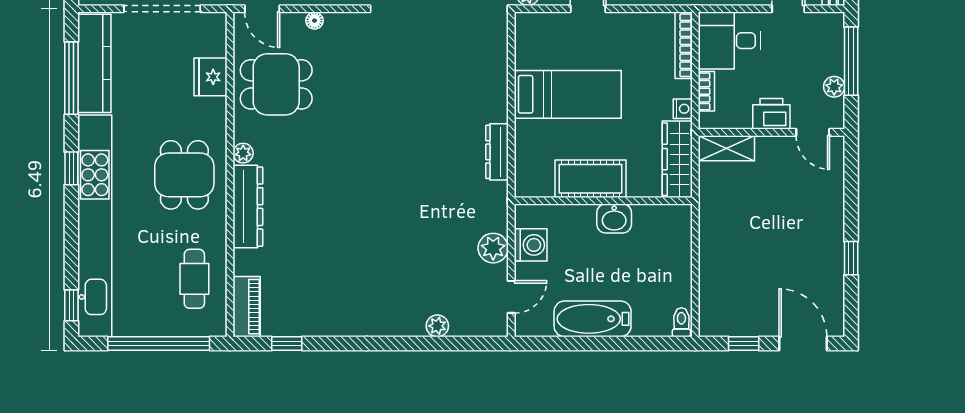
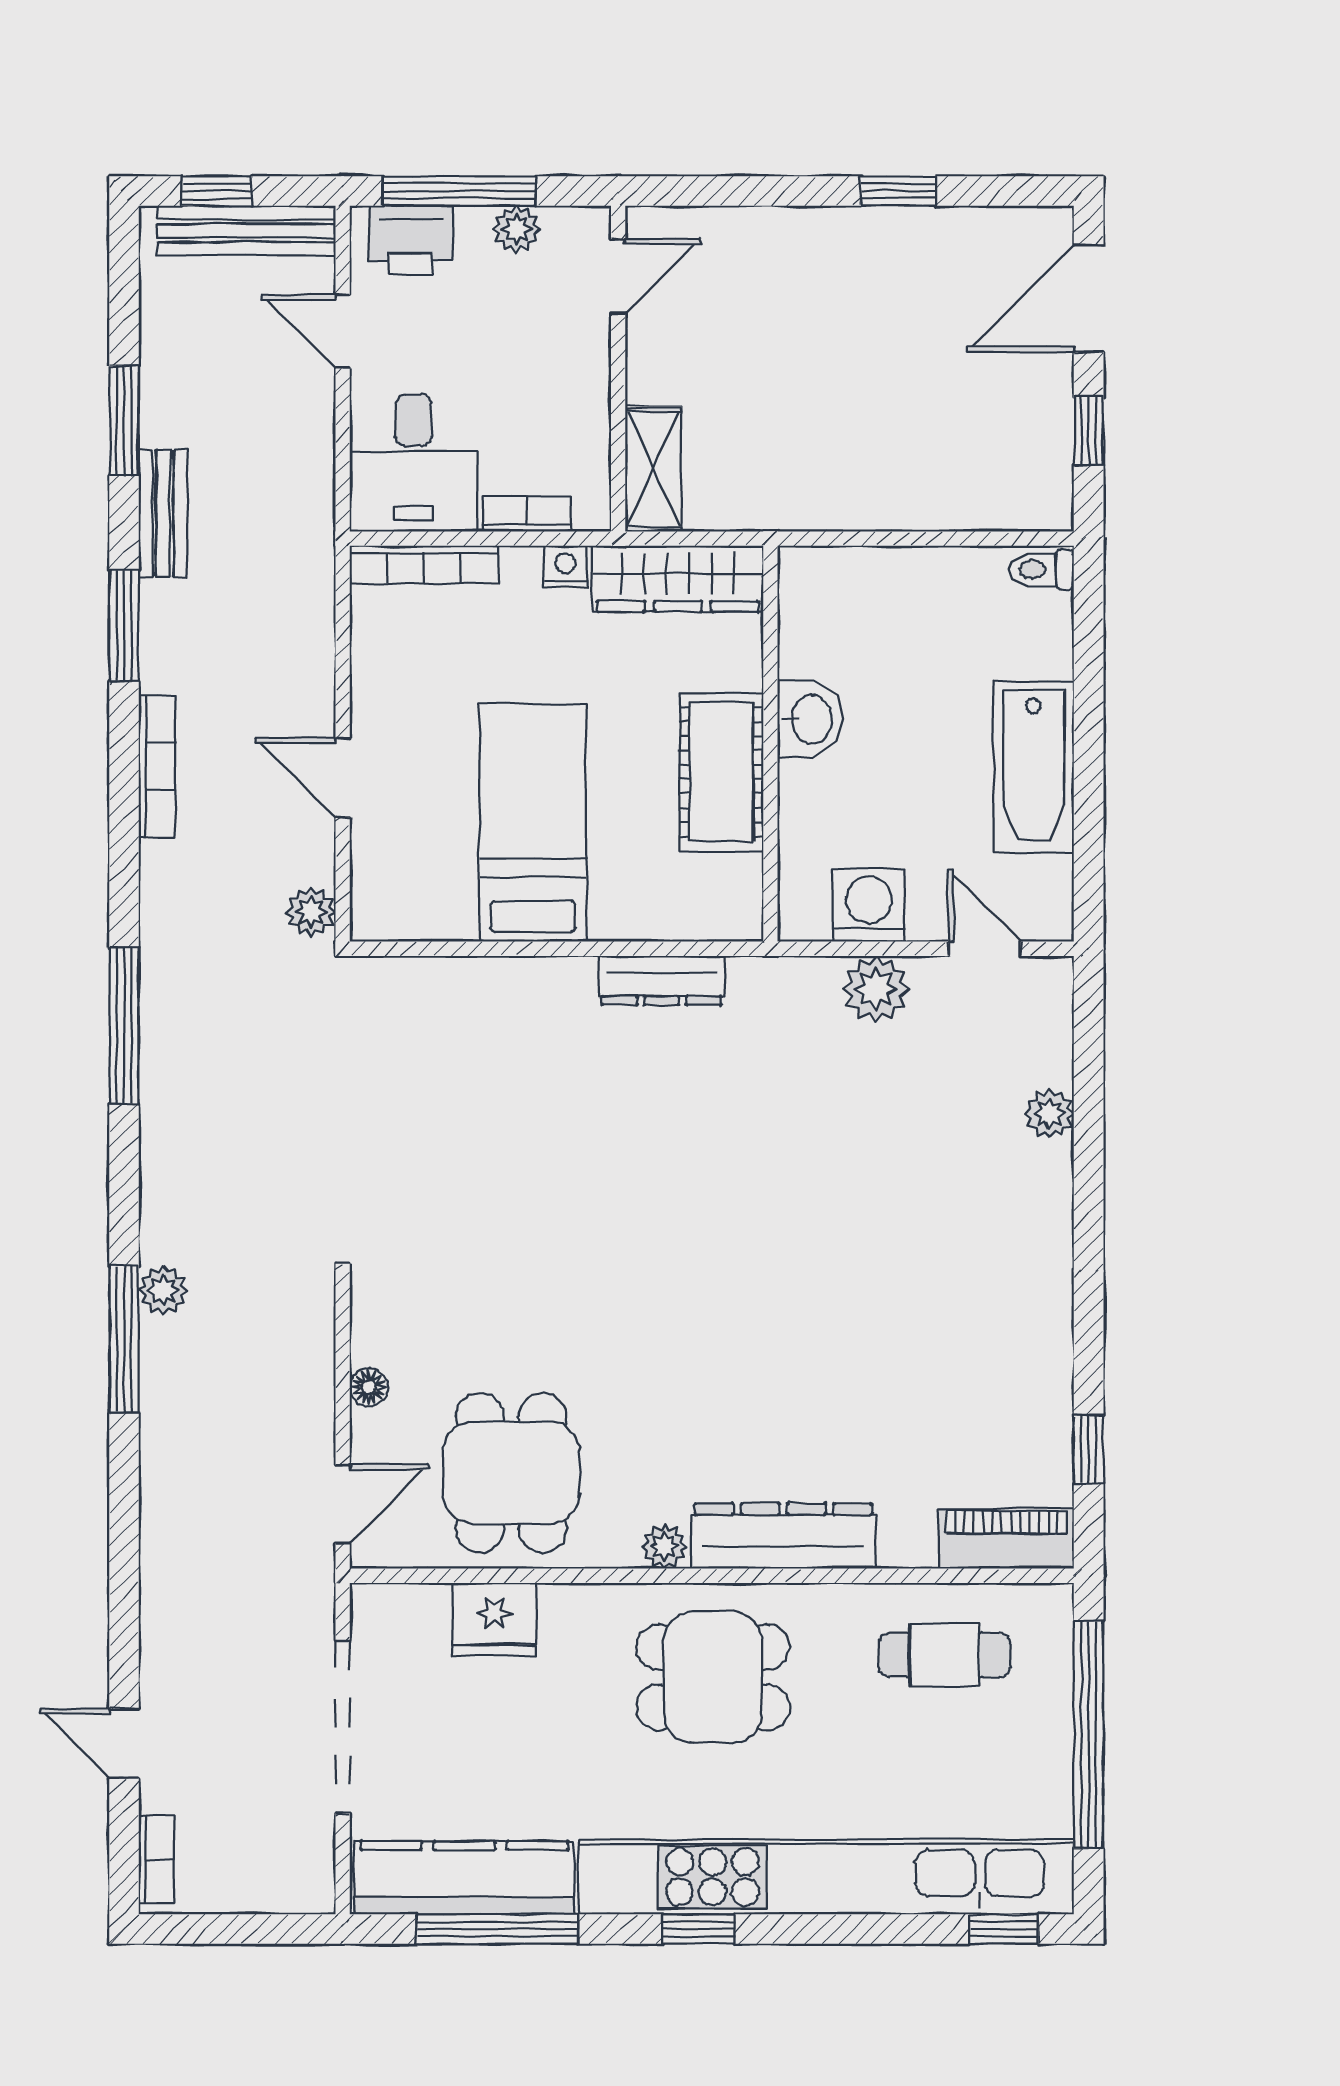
printer: (771, 114) -> (411, 240), moved, turned -90

